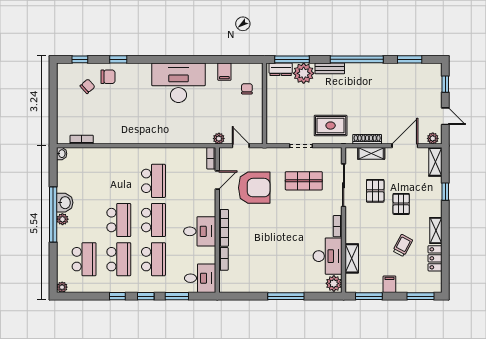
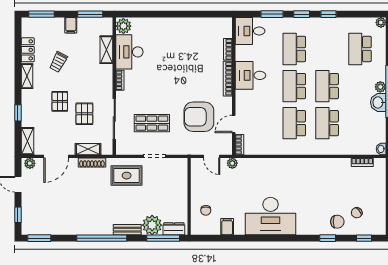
window: (410, 59) -> (39, 238), moved
chair: (108, 77) -> (337, 222), turned 180
school desk: (119, 259) -> (327, 123), moved
window: (286, 296) -> (169, 14), removed

